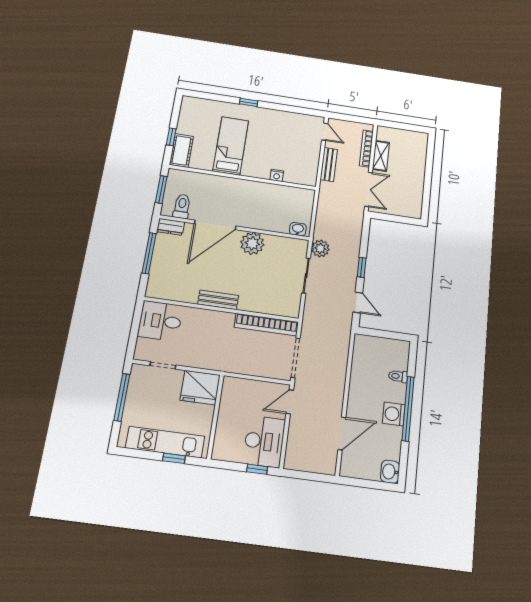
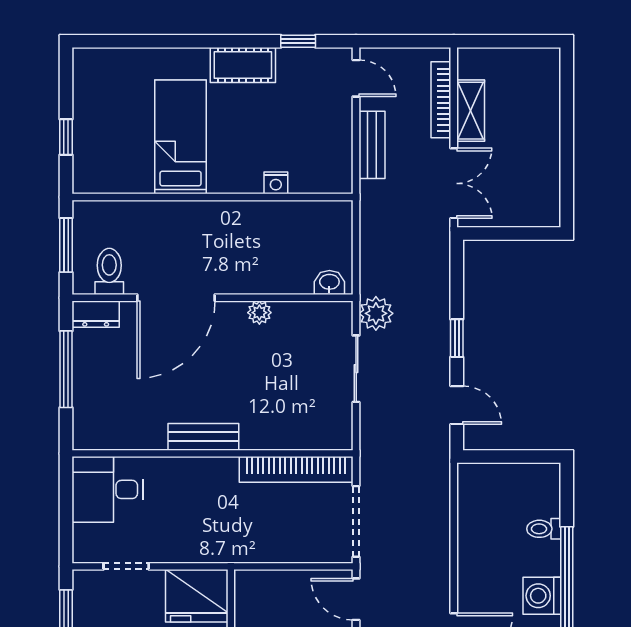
window: (249, 102) -> (298, 41), moved
cot: (181, 150) -> (243, 65), moved, turned 90
plant: (252, 243) -> (259, 313), width x0.53, depth x0.53
door: (290, 402) -> (356, 599), hinge flipped

